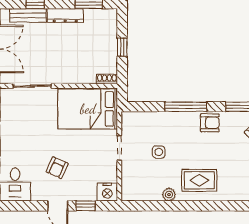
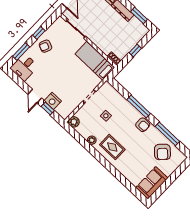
bed: (88, 109) -> (95, 61), width x0.67
armchair: (57, 168) -> (45, 46), moved
nightstand: (107, 192) -> (53, 101), moved
plant: (129, 193) -> (74, 122), added

